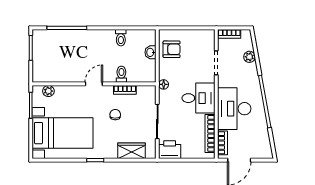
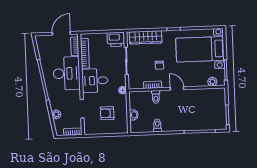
armchair: (172, 49) -> (107, 113), moved
door: (94, 84) -> (177, 89), swing flipped
wardrobe: (131, 151) -> (146, 37), width x1.50

